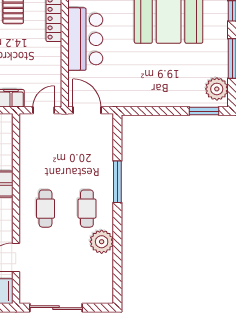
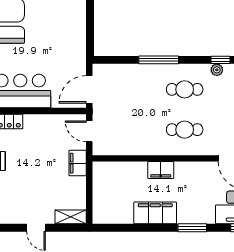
plant: (102, 242) -> (217, 70), width x0.53, depth x0.53
window: (117, 246) -> (221, 60), added

